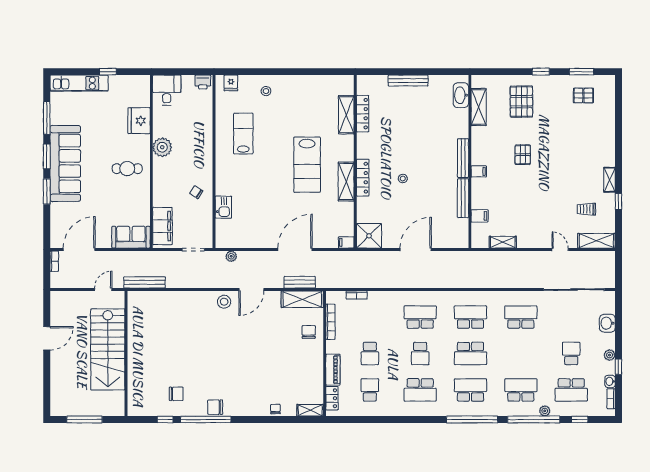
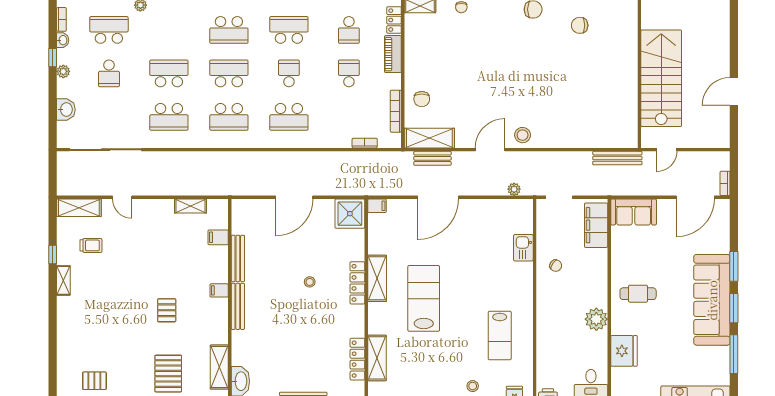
school desk: (521, 390) -> (169, 73), moved, turned 180

